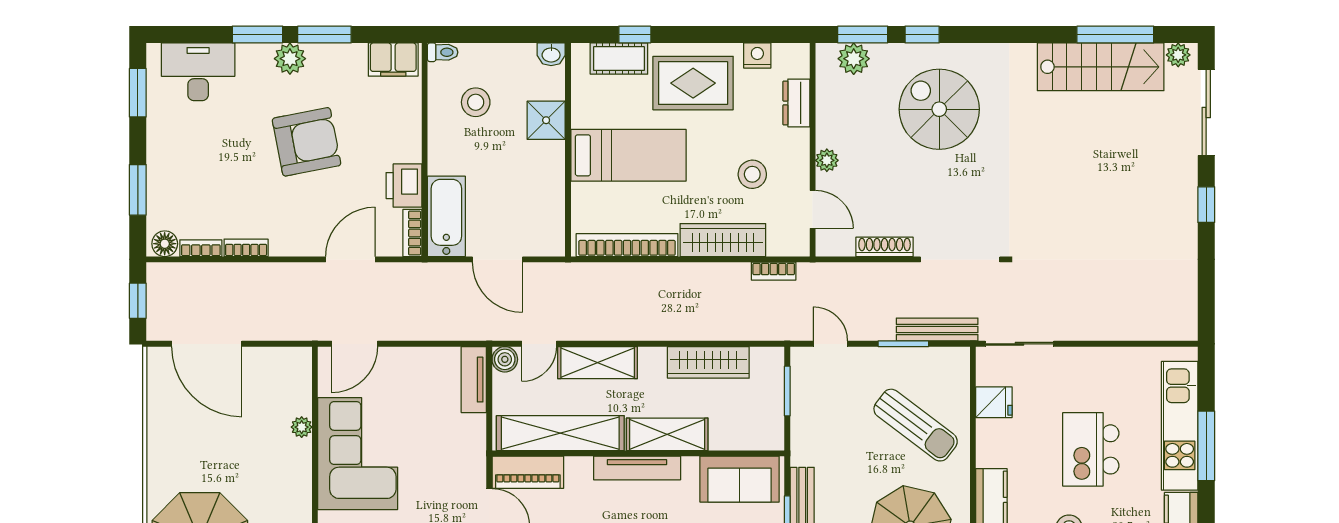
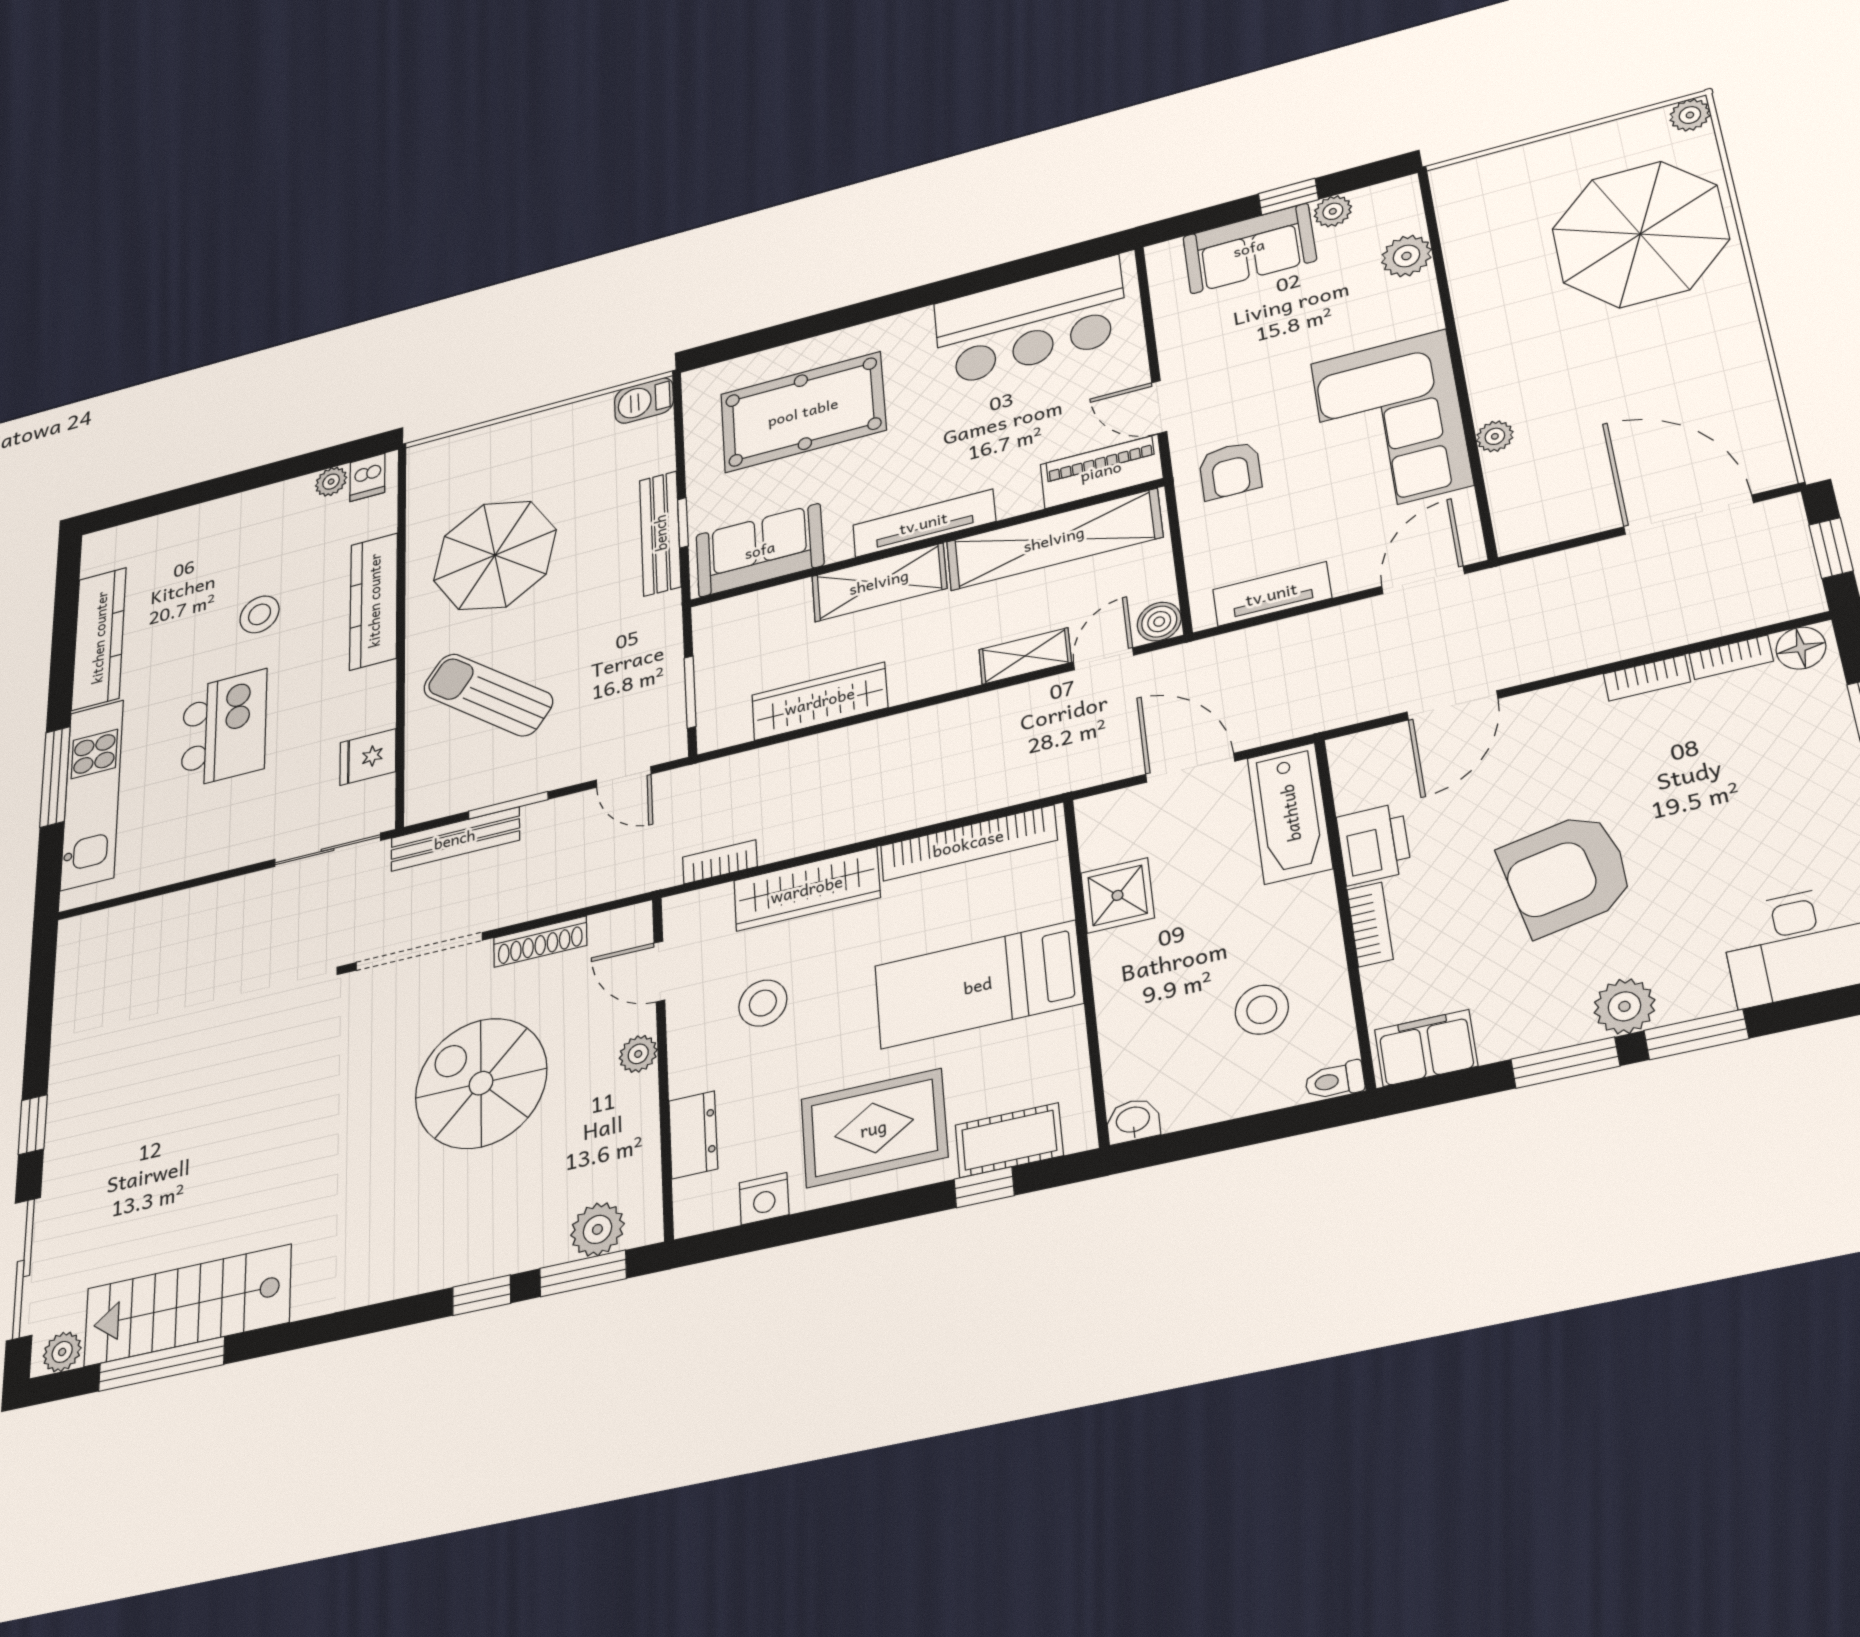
spiral stairs: (939, 109) -> (481, 1083), moved, turned 180
shower: (546, 120) -> (1117, 895), moved
bookcase: (412, 233) -> (1370, 924), moved
shelving: (598, 363) -> (1025, 656), width x0.67, depth x0.75
tv unit: (474, 380) -> (1272, 594), moved, turned -90
armchair: (453, 450) -> (1230, 470), added

